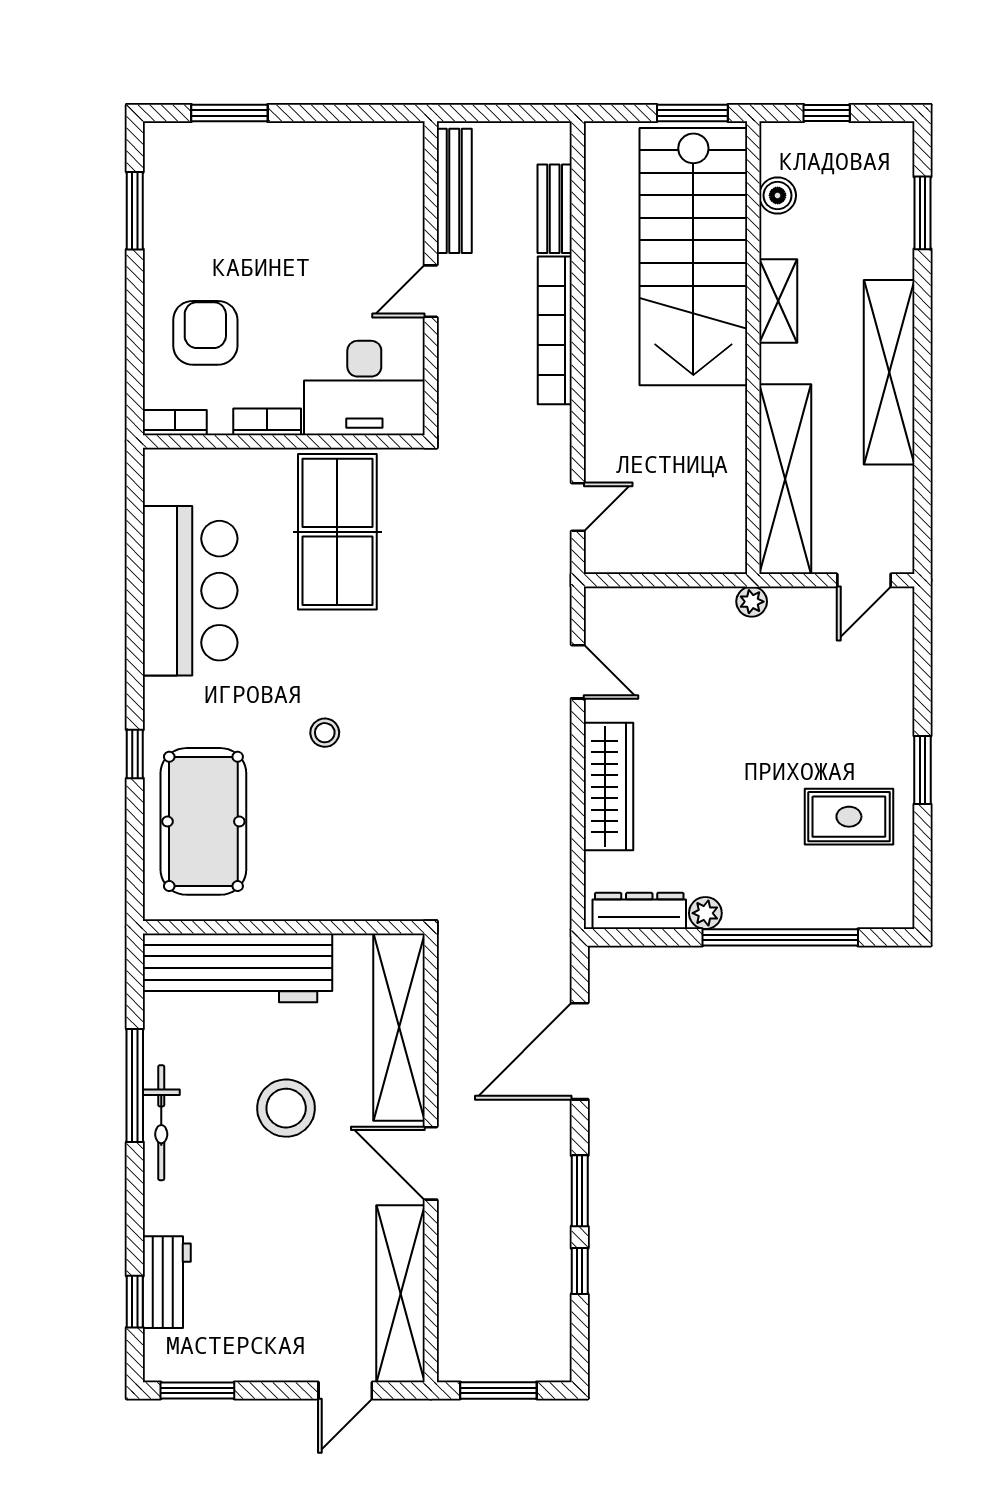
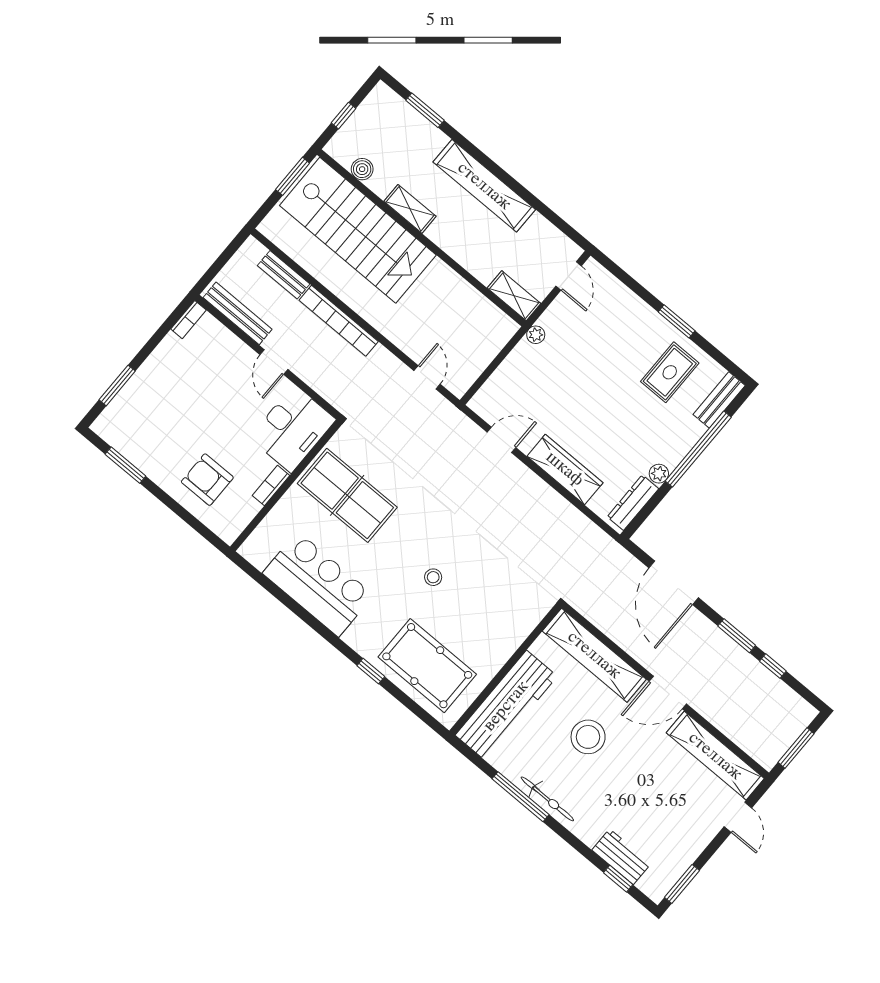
bookcase: (175, 423) -> (188, 320), moved, turned 180
shelving: (785, 479) -> (514, 296), width x0.45, depth x0.75
bench: (867, 911) -> (719, 400), added

